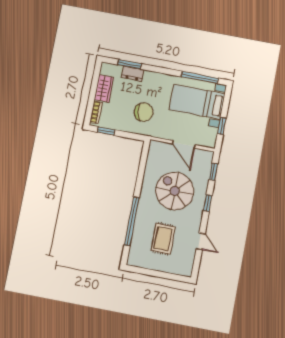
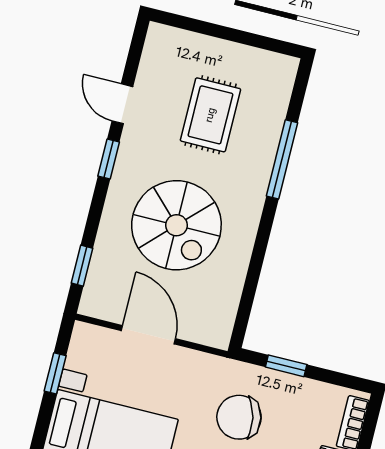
window: (106, 131) -> (286, 366), moved
window: (208, 203) -> (109, 159), moved
window: (132, 221) -> (282, 159), width x0.68

